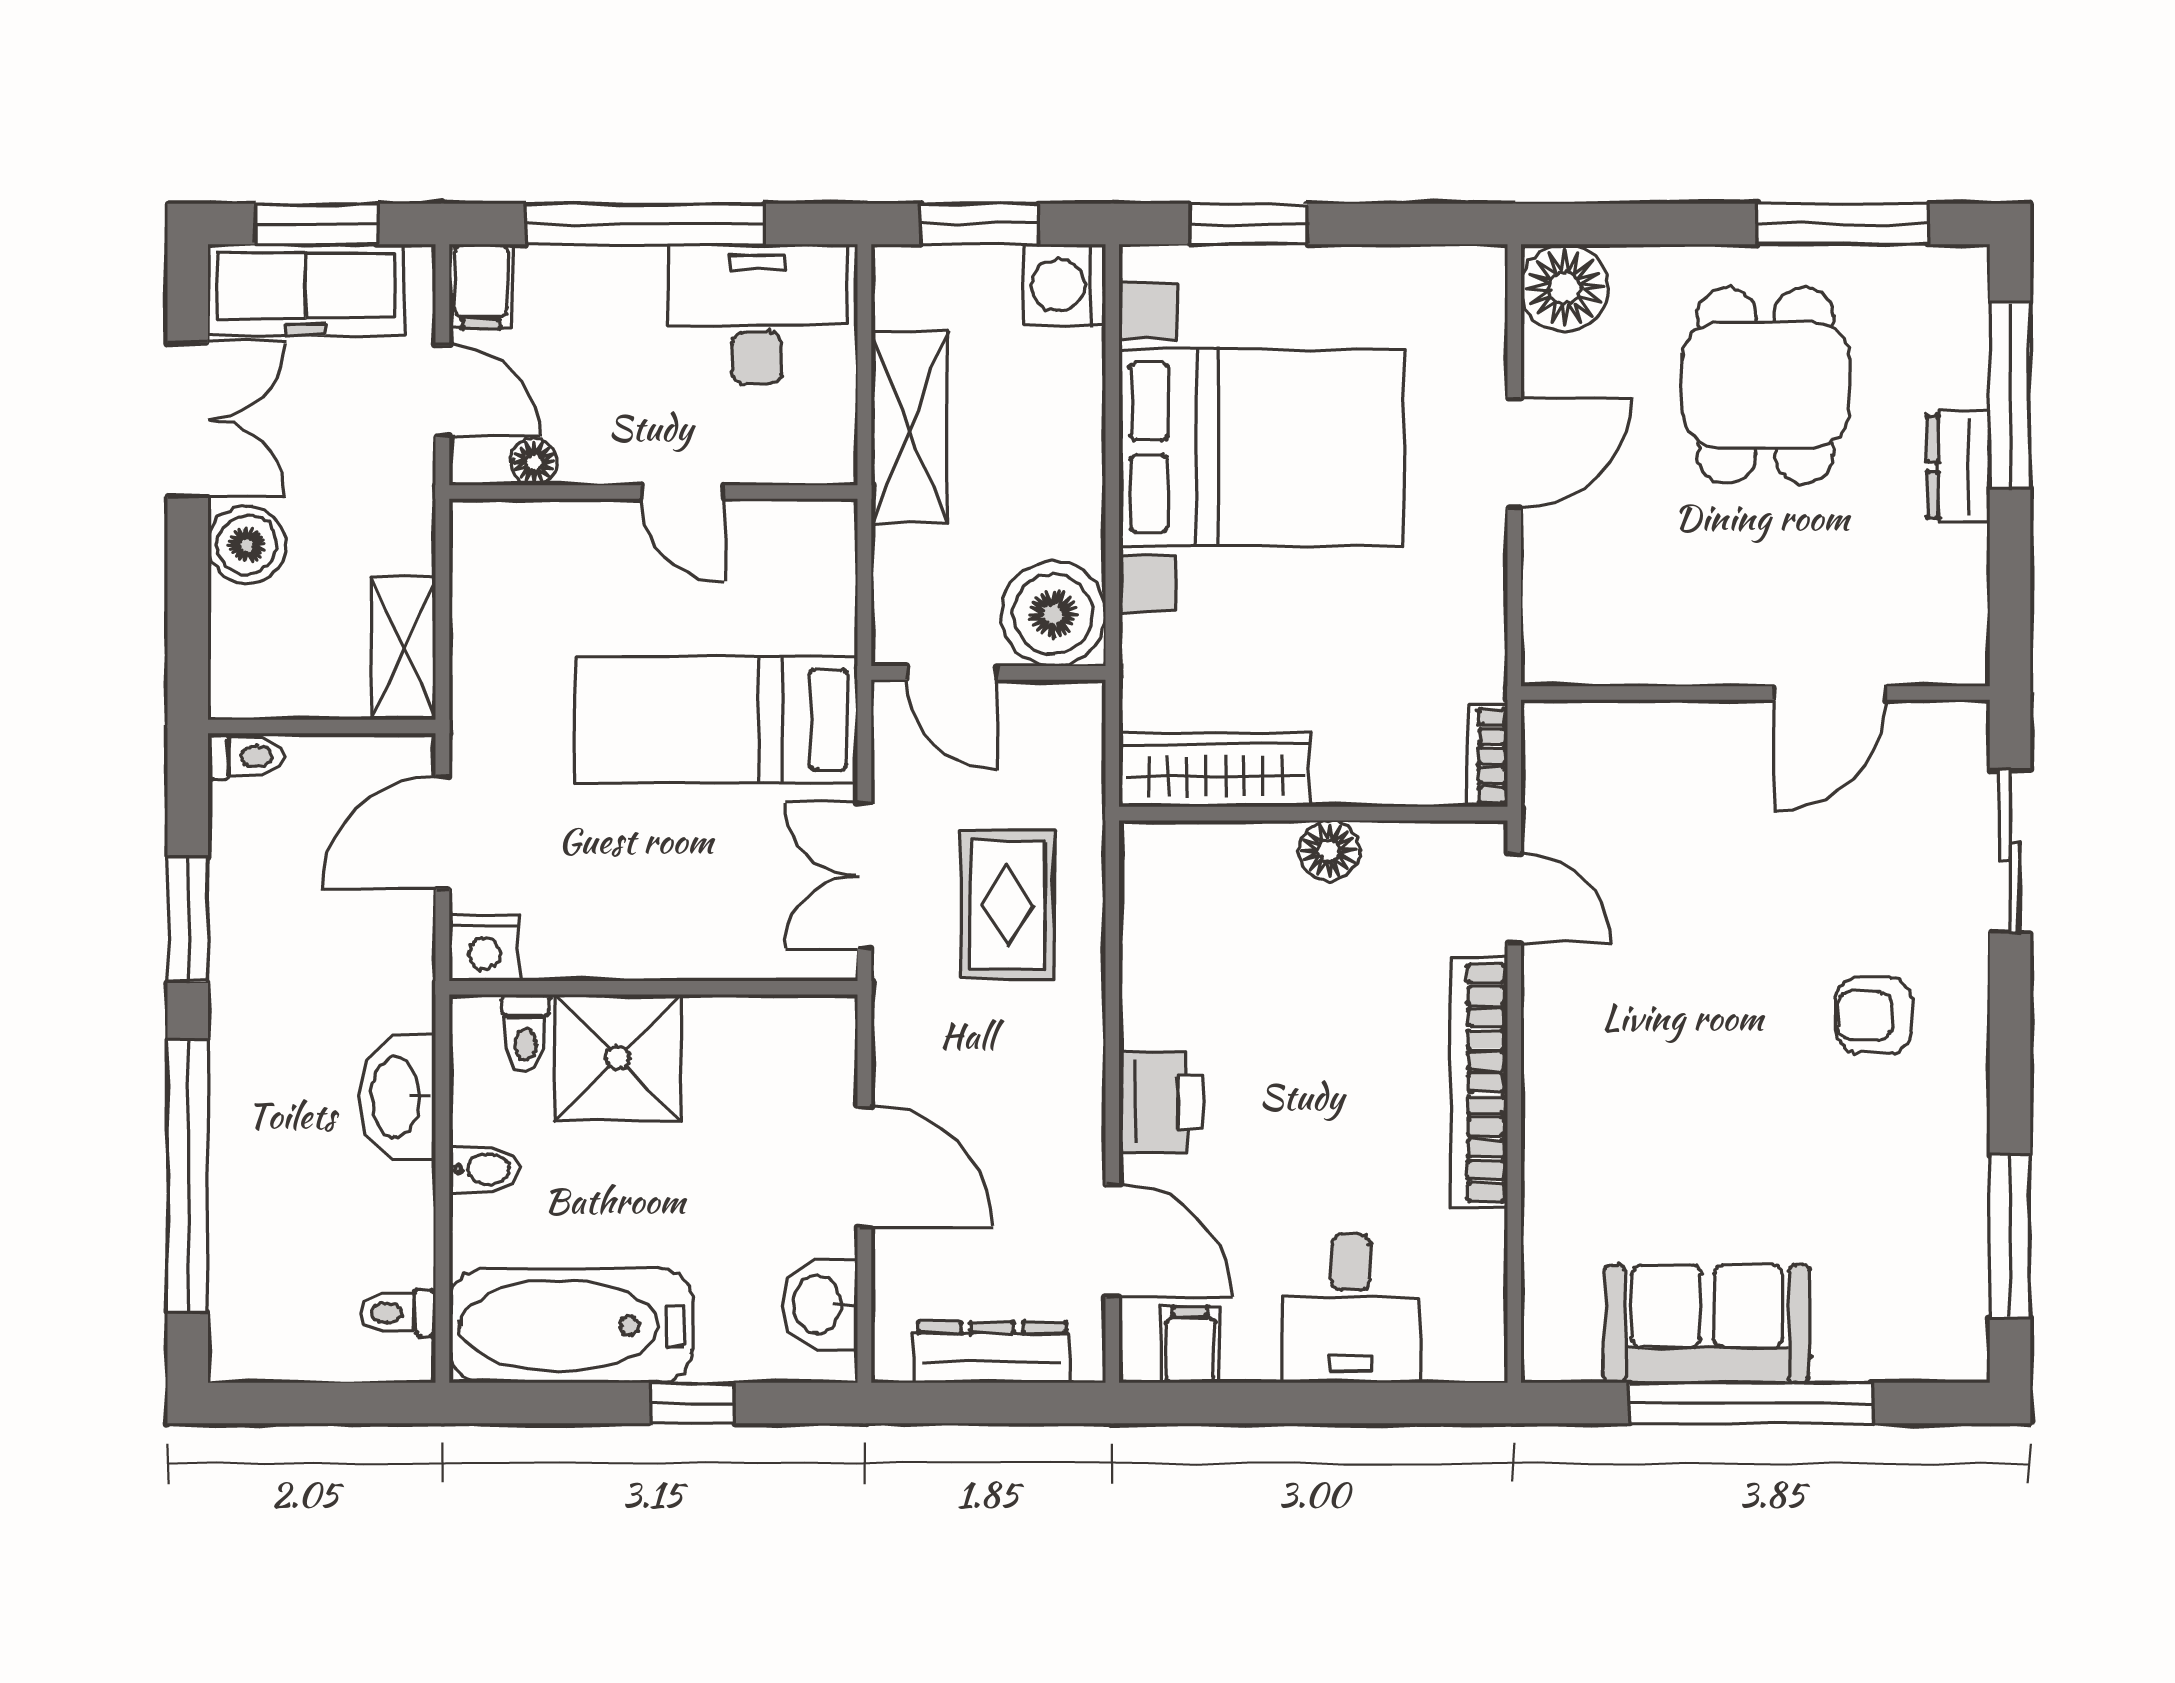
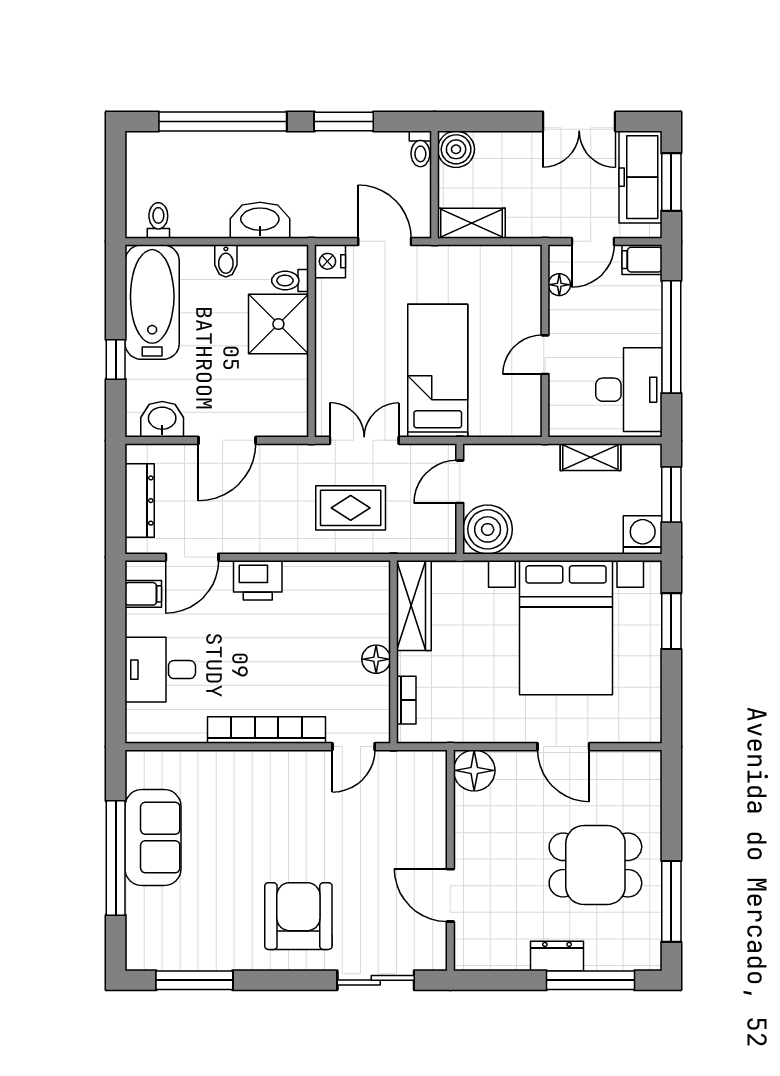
floor lamp: (1565, 288) -> (474, 770), moved
shelving: (909, 428) -> (590, 457), width x0.67, depth x0.75
boiler: (247, 545) -> (456, 149), moved
bookcase: (1487, 756) -> (406, 700), moved, turned 90
armchair: (1874, 1015) -> (298, 916), width x1.88, depth x1.88

